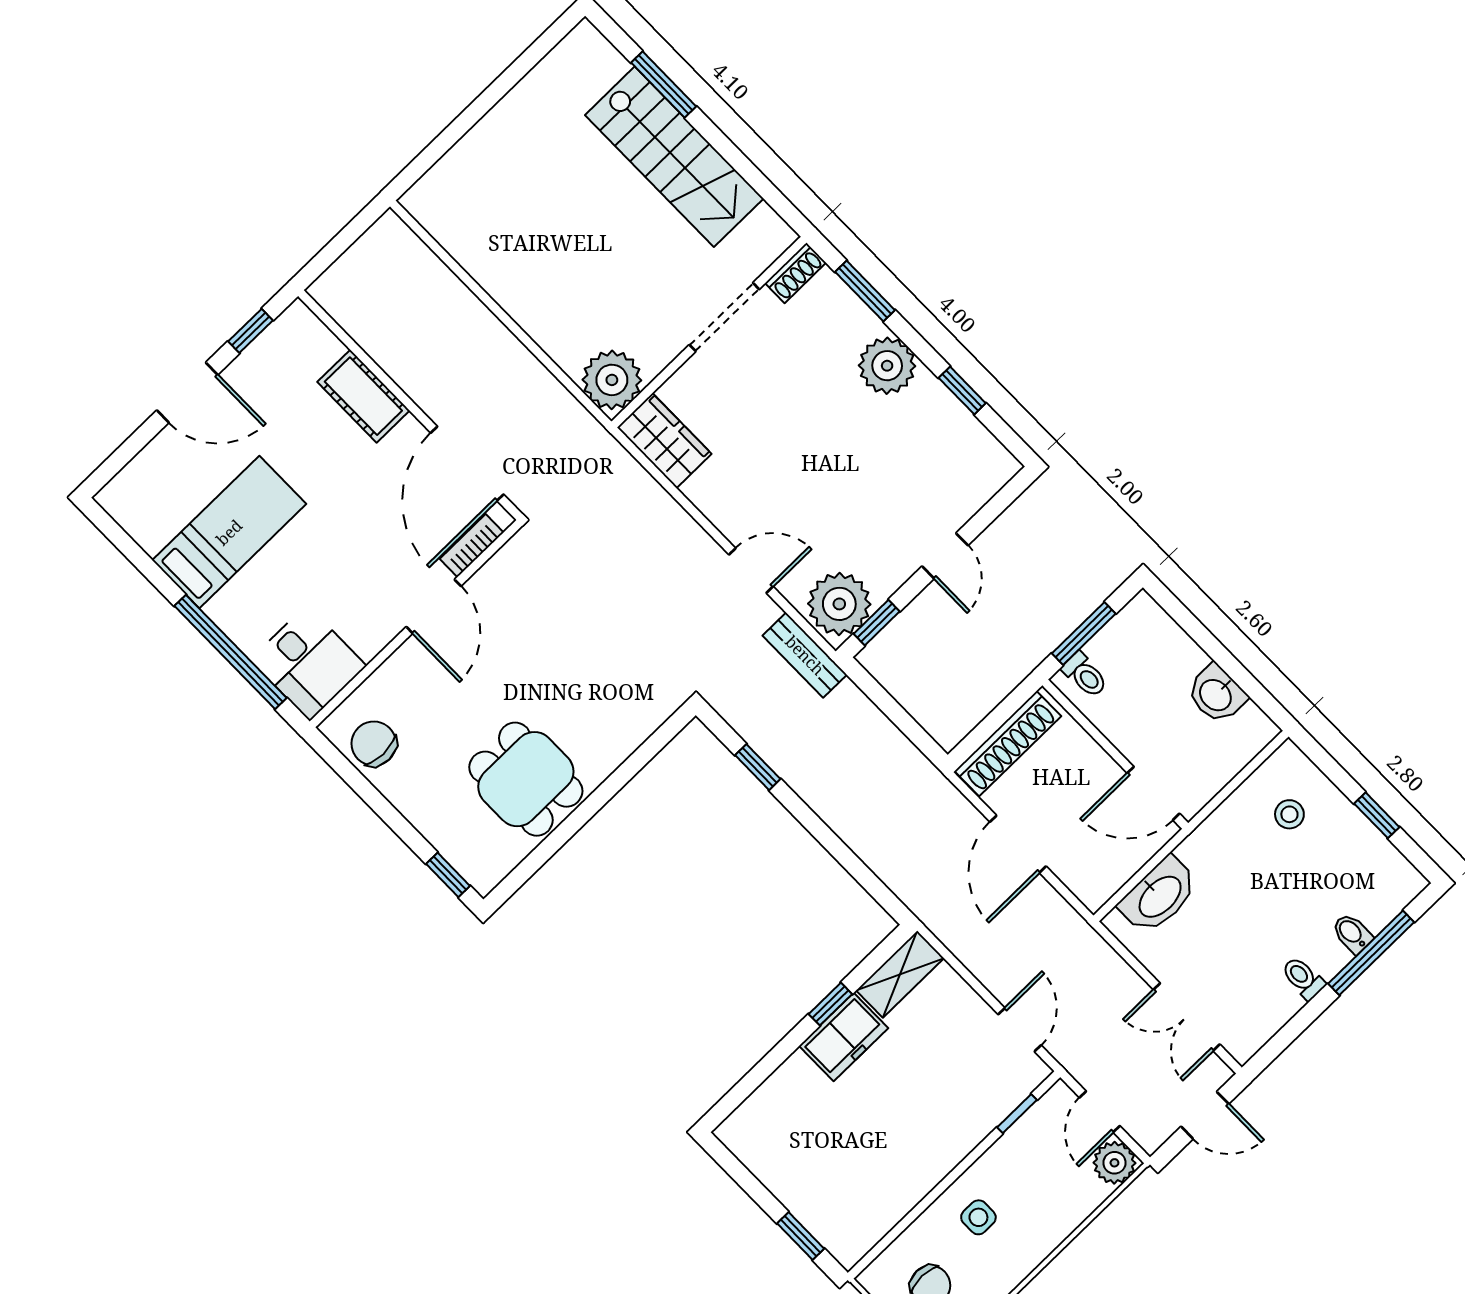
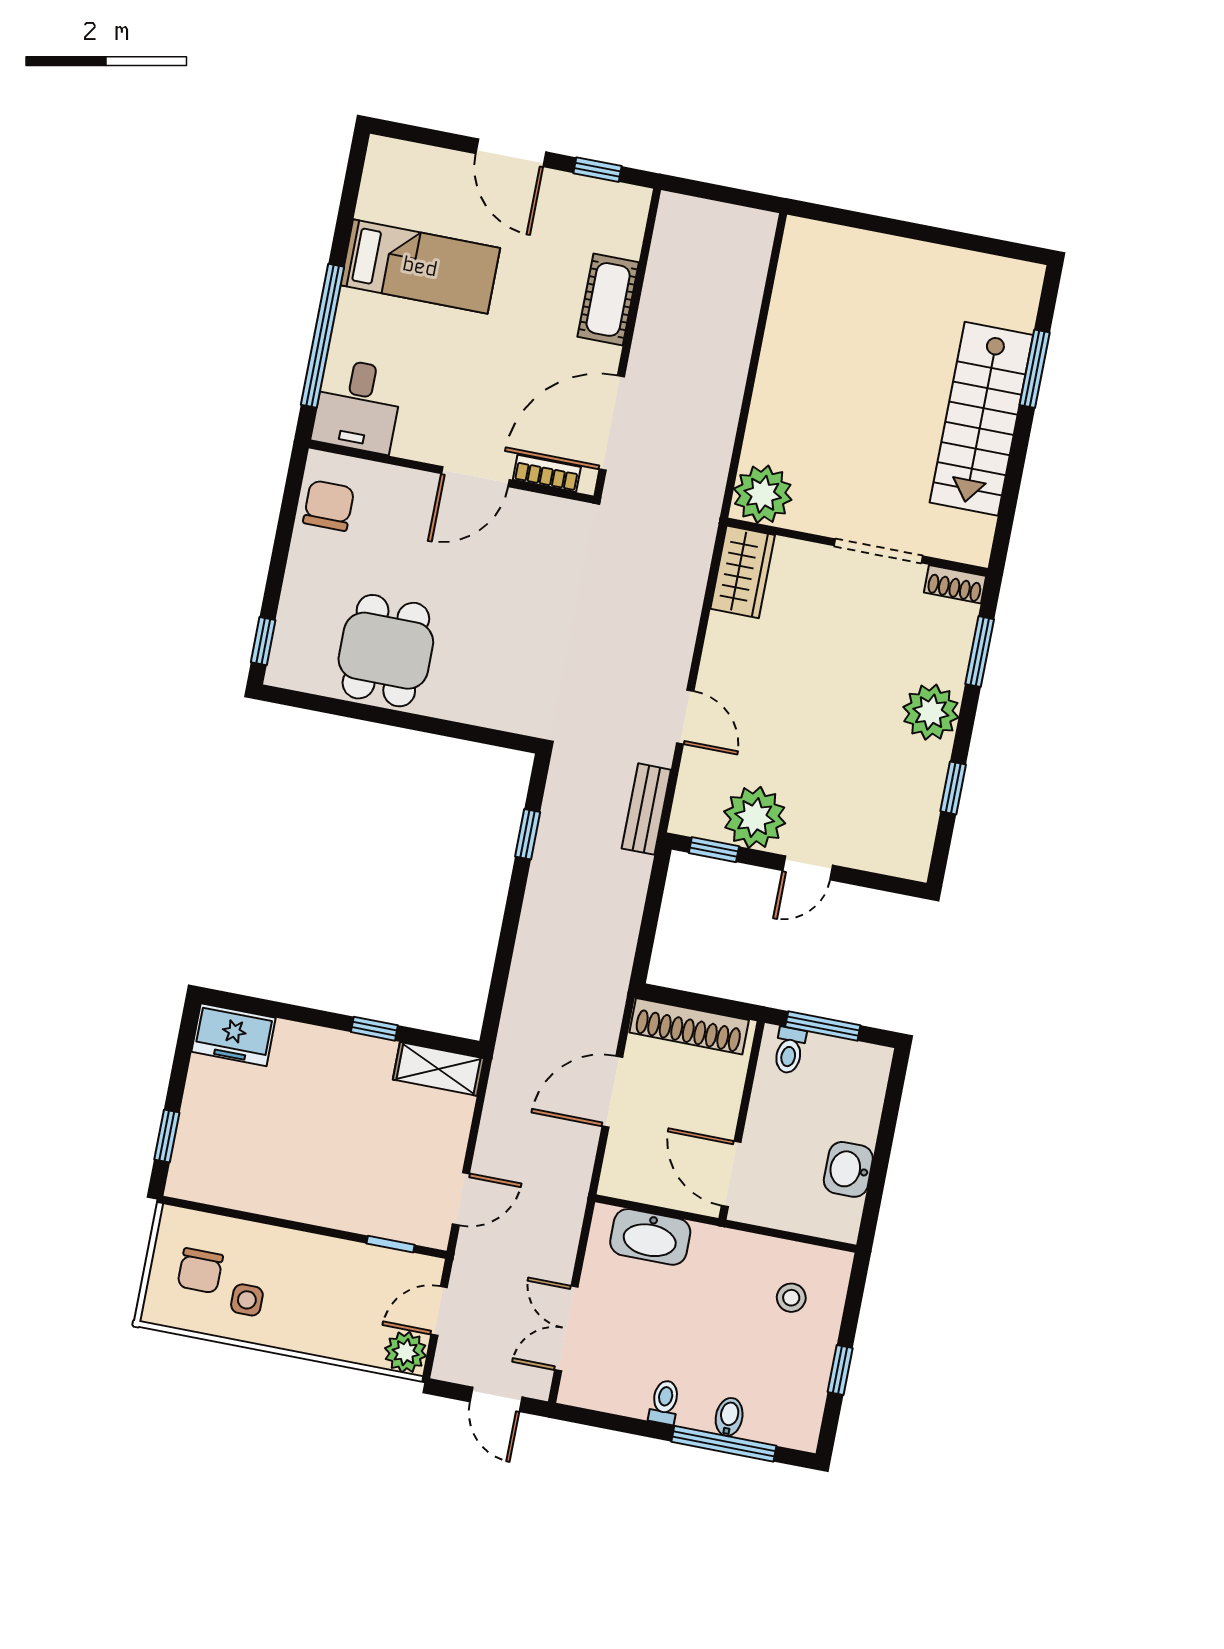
plant: (839, 604) -> (755, 817), moved
freezer: (844, 1037) -> (234, 1035), moved
side table: (978, 1217) -> (247, 1300), moved

